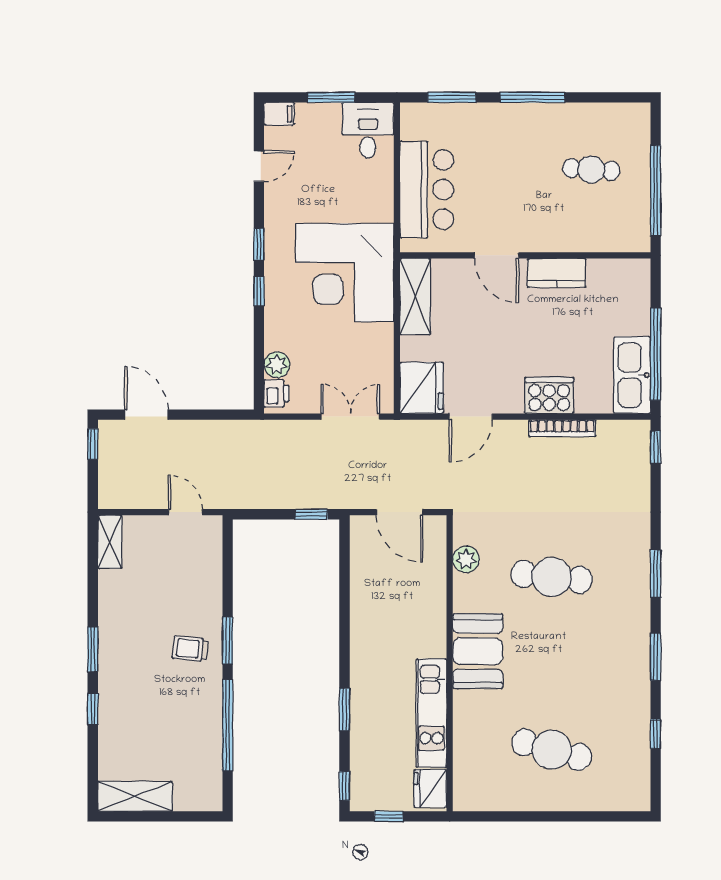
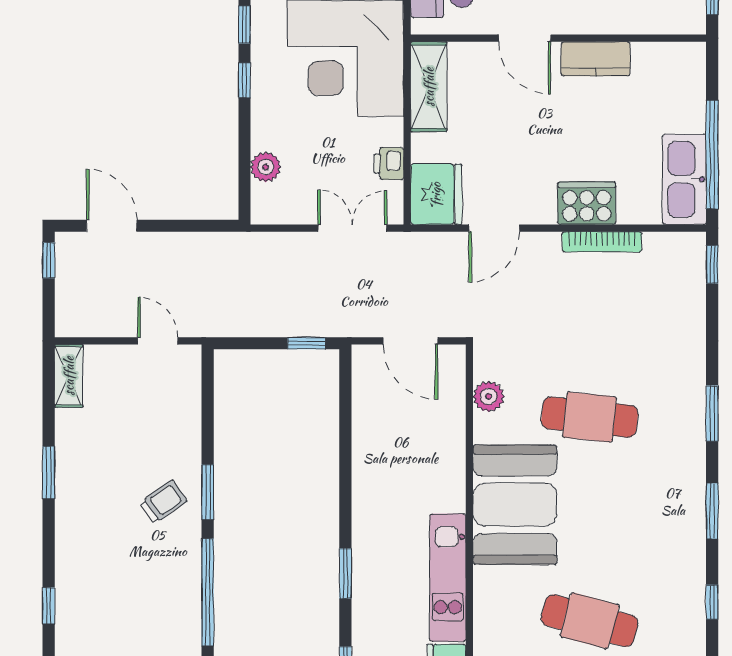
printer: (276, 393) -> (389, 164), moved, turned 180
window: (93, 649) -> (49, 472), moved
trolley: (190, 649) -> (163, 502), turned 139
booth: (478, 651) -> (515, 505), width x1.36, depth x1.42
window: (93, 709) -> (49, 606), moved

